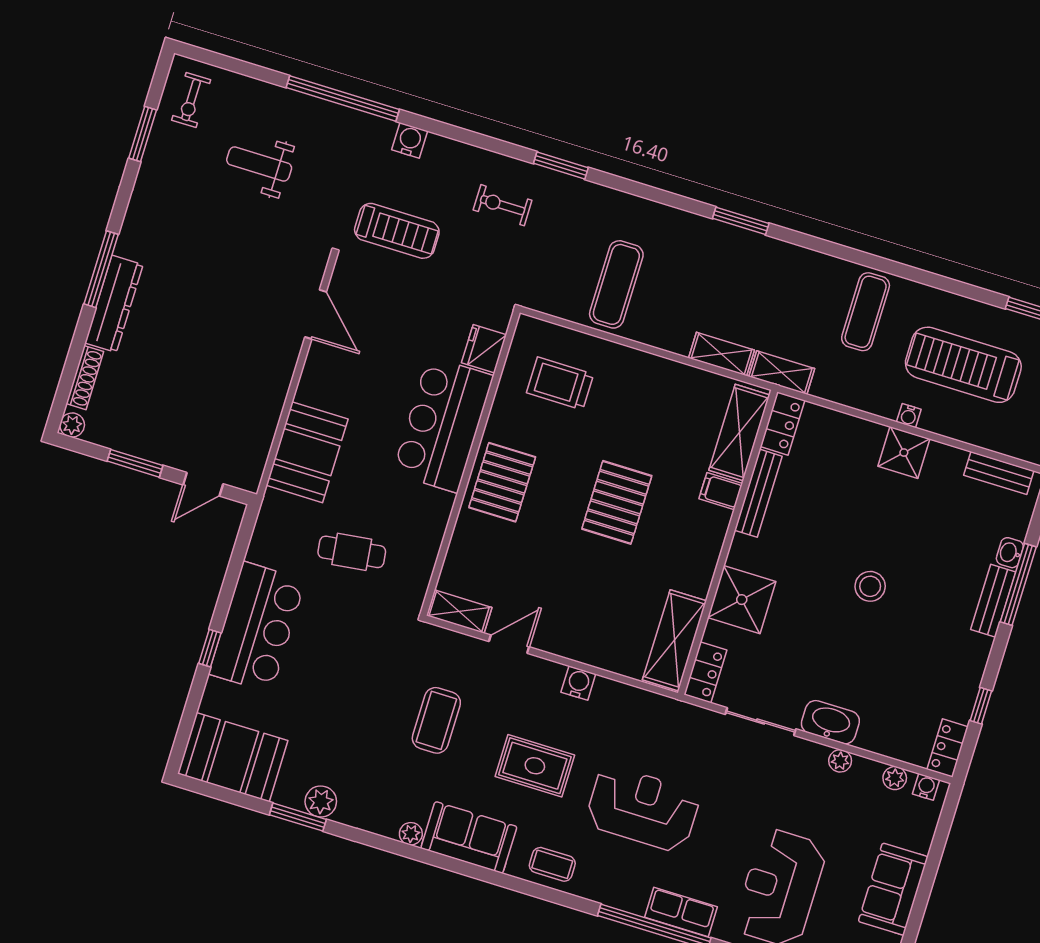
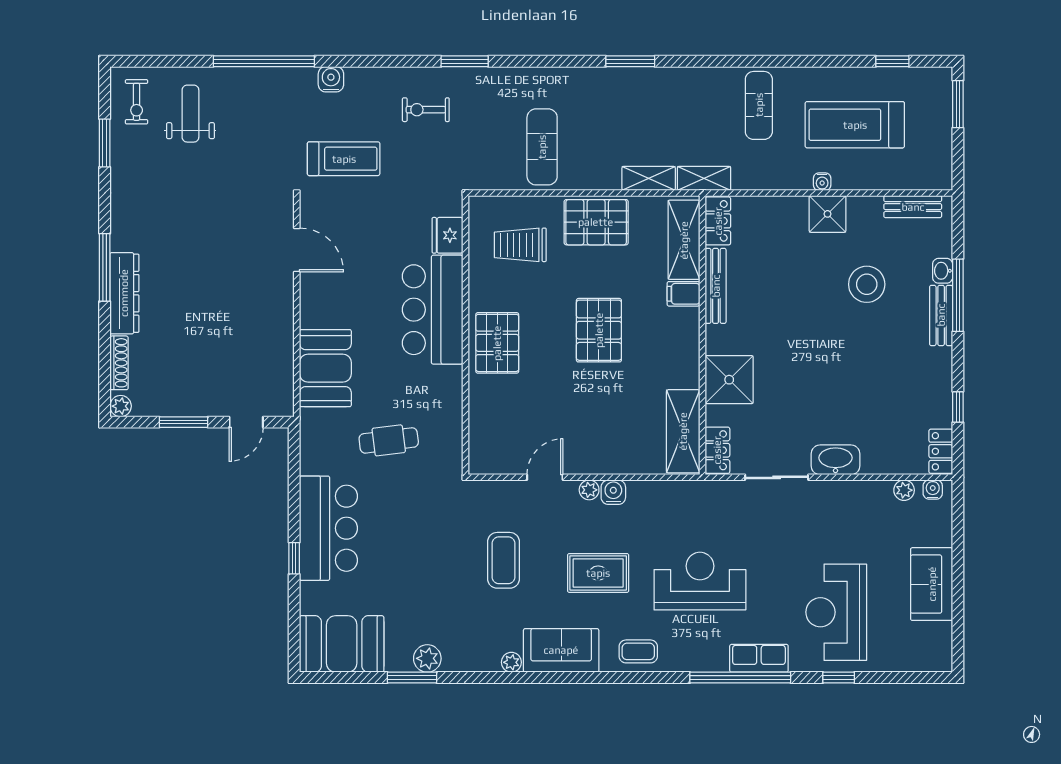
weight bench: (259, 164) -> (190, 114), moved, turned 90
pallet: (650, 384) -> (596, 222), added
stool: (870, 586) -> (867, 284), moved, width x1.38, depth x1.38
shelving: (459, 611) -> (494, 463), removed
plant: (840, 761) -> (589, 490), moved

